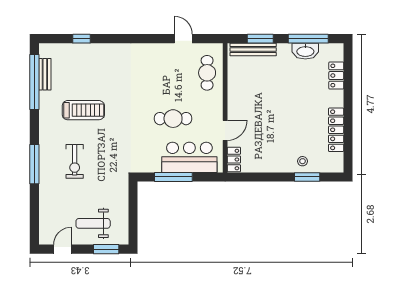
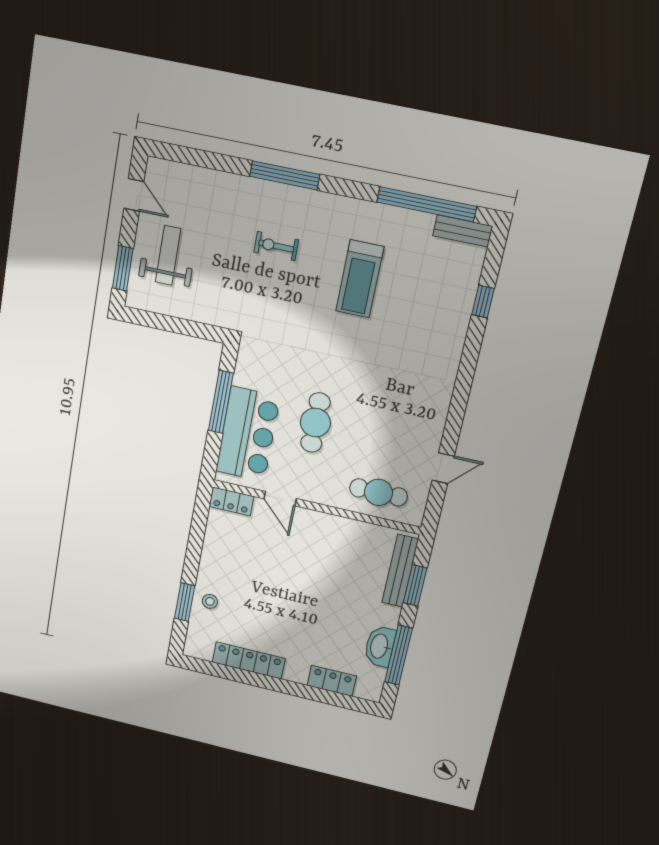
bench: (45, 74) -> (463, 231), moved
exercise bike: (75, 161) -> (276, 246), width x0.73, depth x0.72

